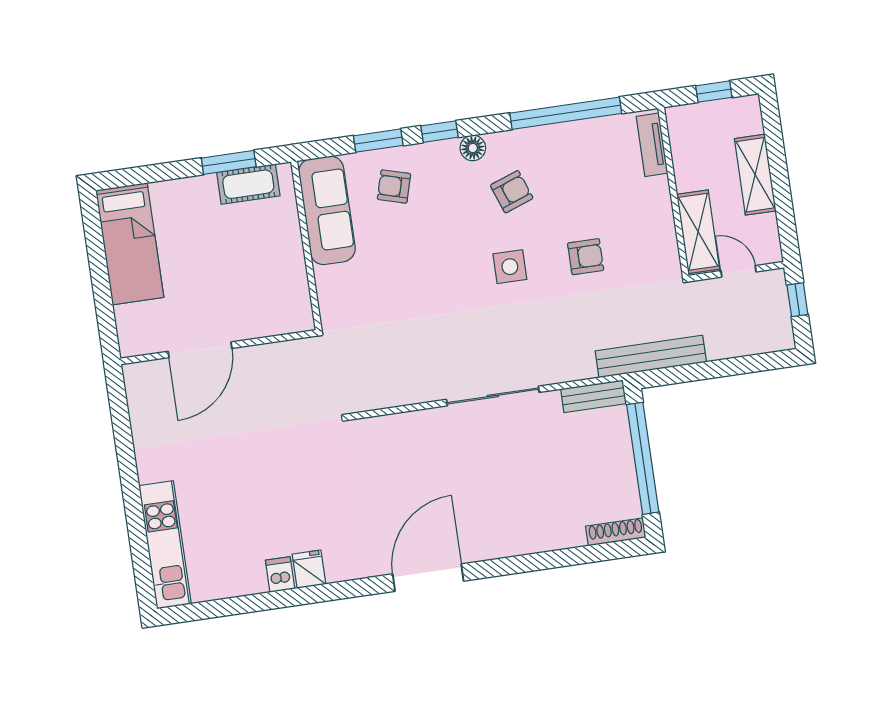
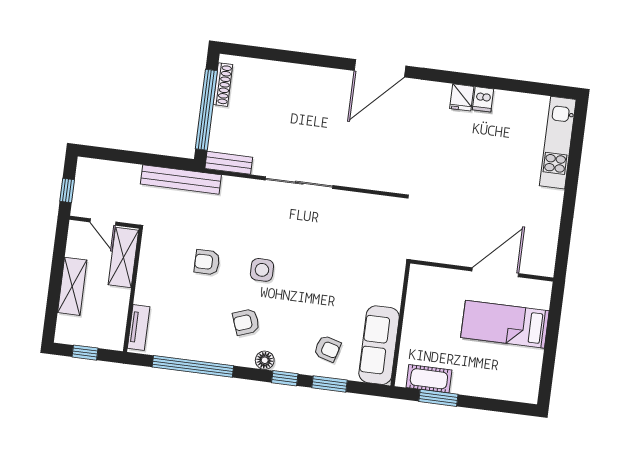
bed: (130, 244) -> (505, 324), moved, turned -90
shoe rack: (616, 532) -> (223, 85), moved, turned -90

